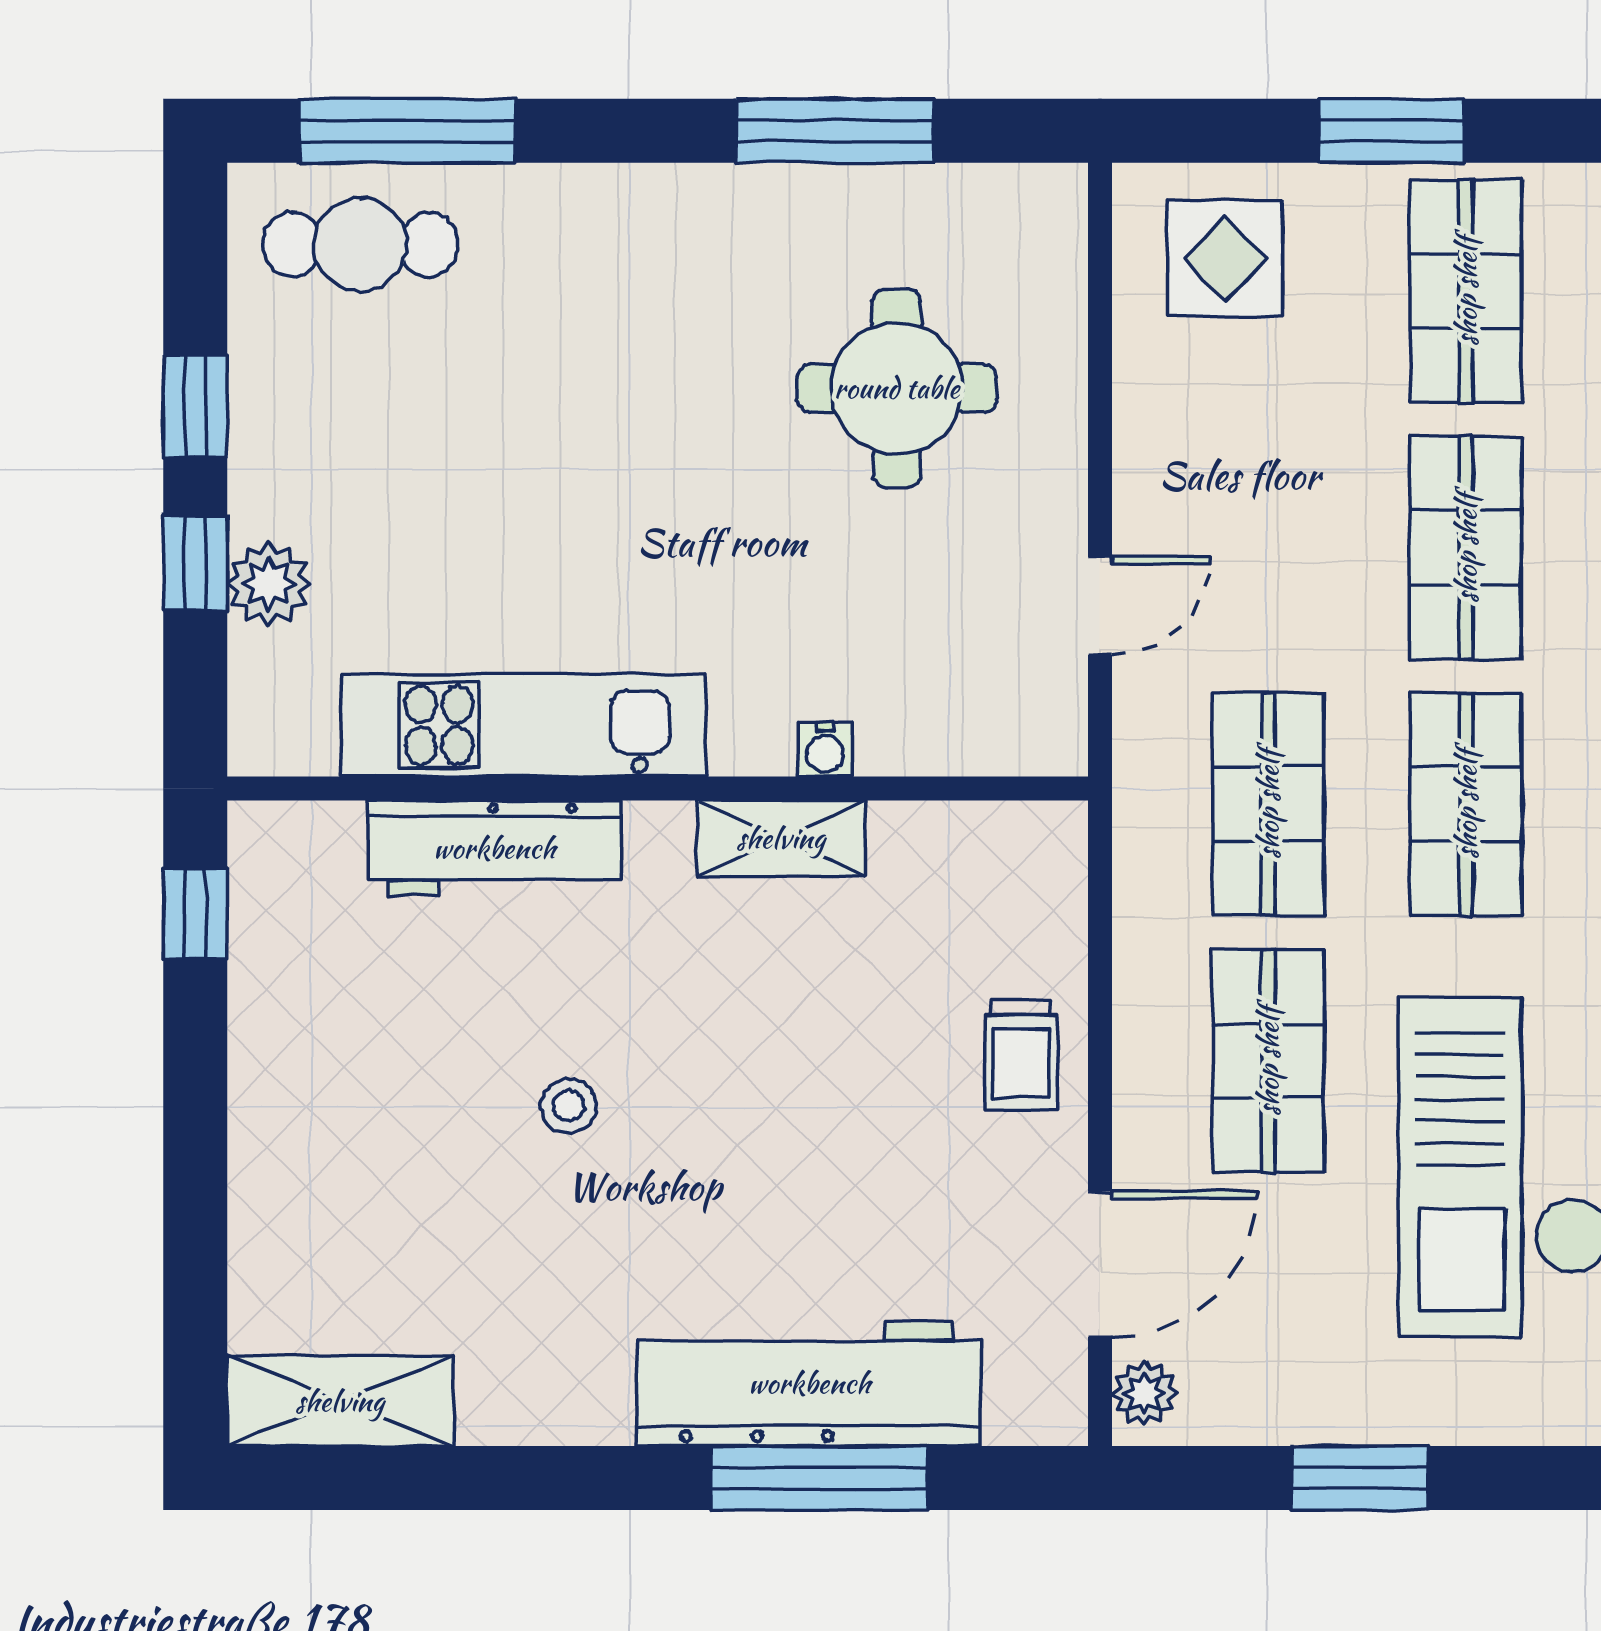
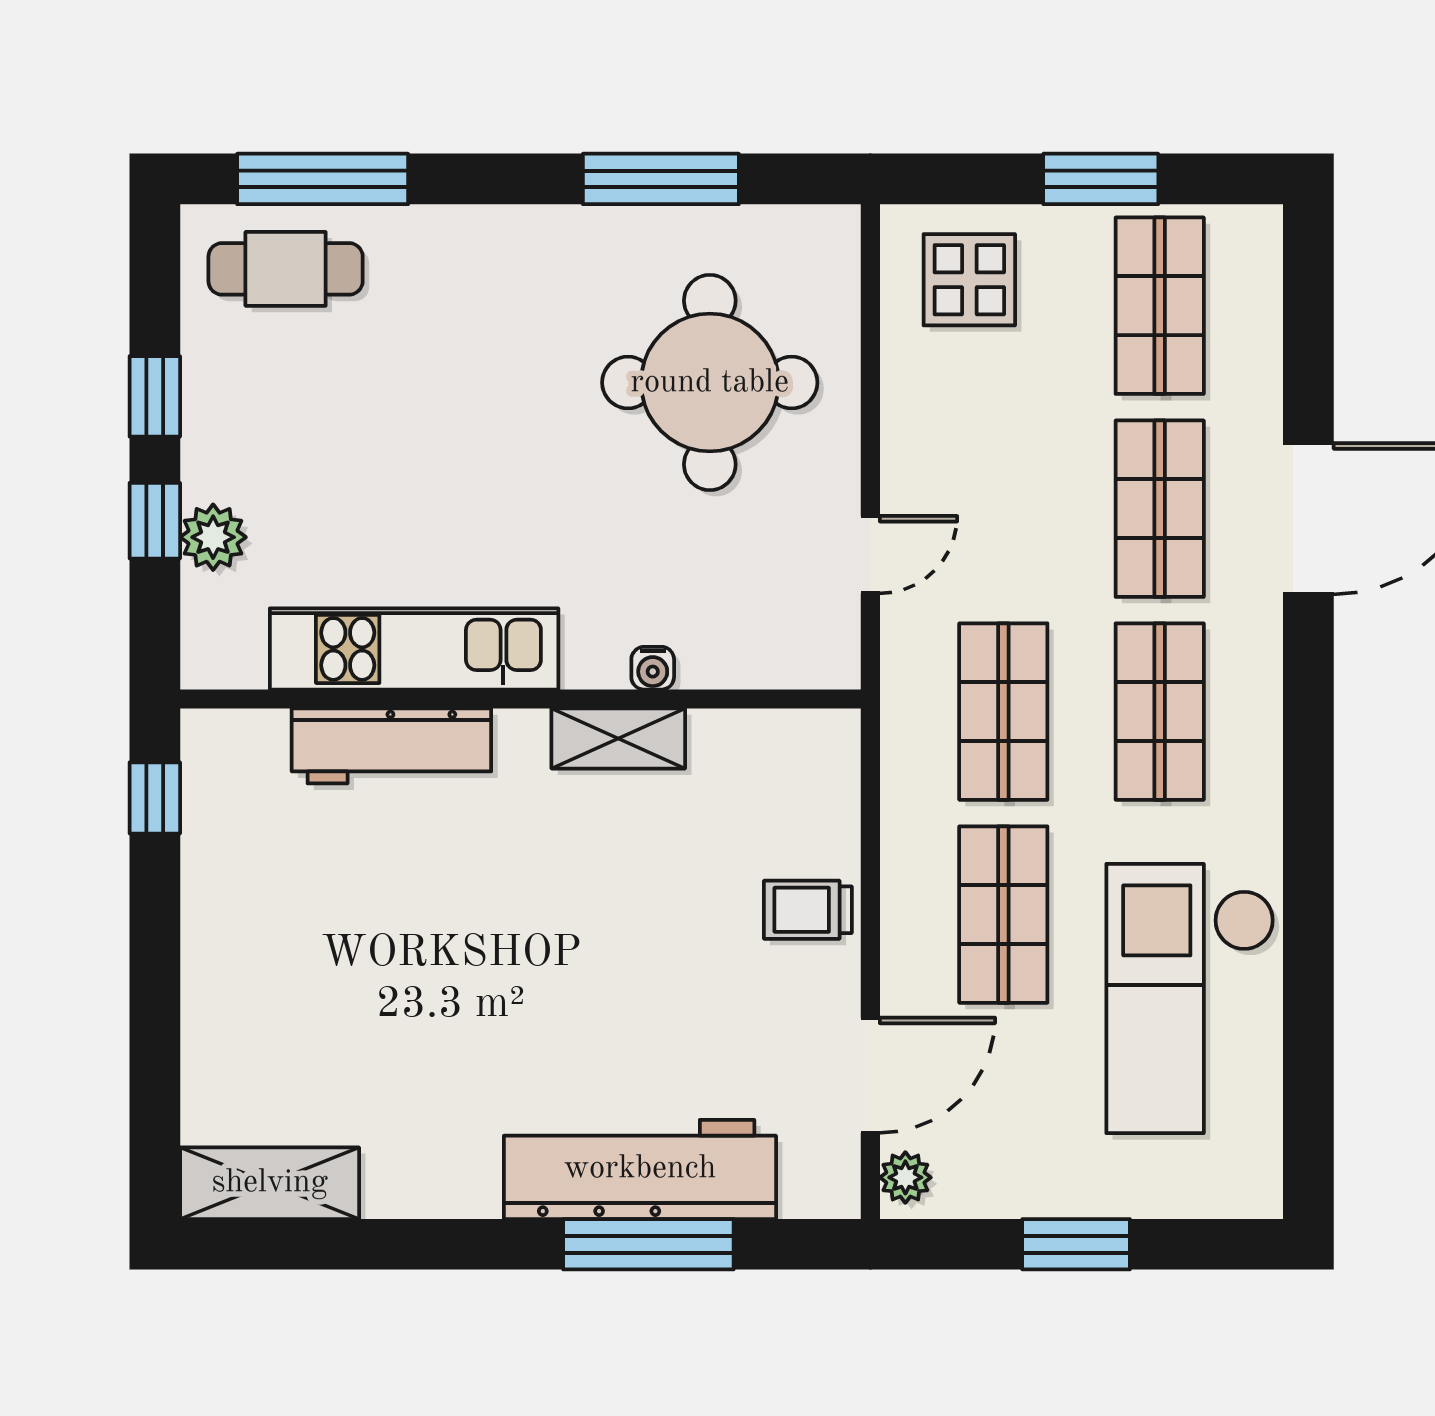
round table: (897, 388) -> (710, 383), width x1.36, depth x1.36
trolley: (1021, 1055) -> (808, 910), turned 90
stool: (569, 1106) -> (450, 950), removed

